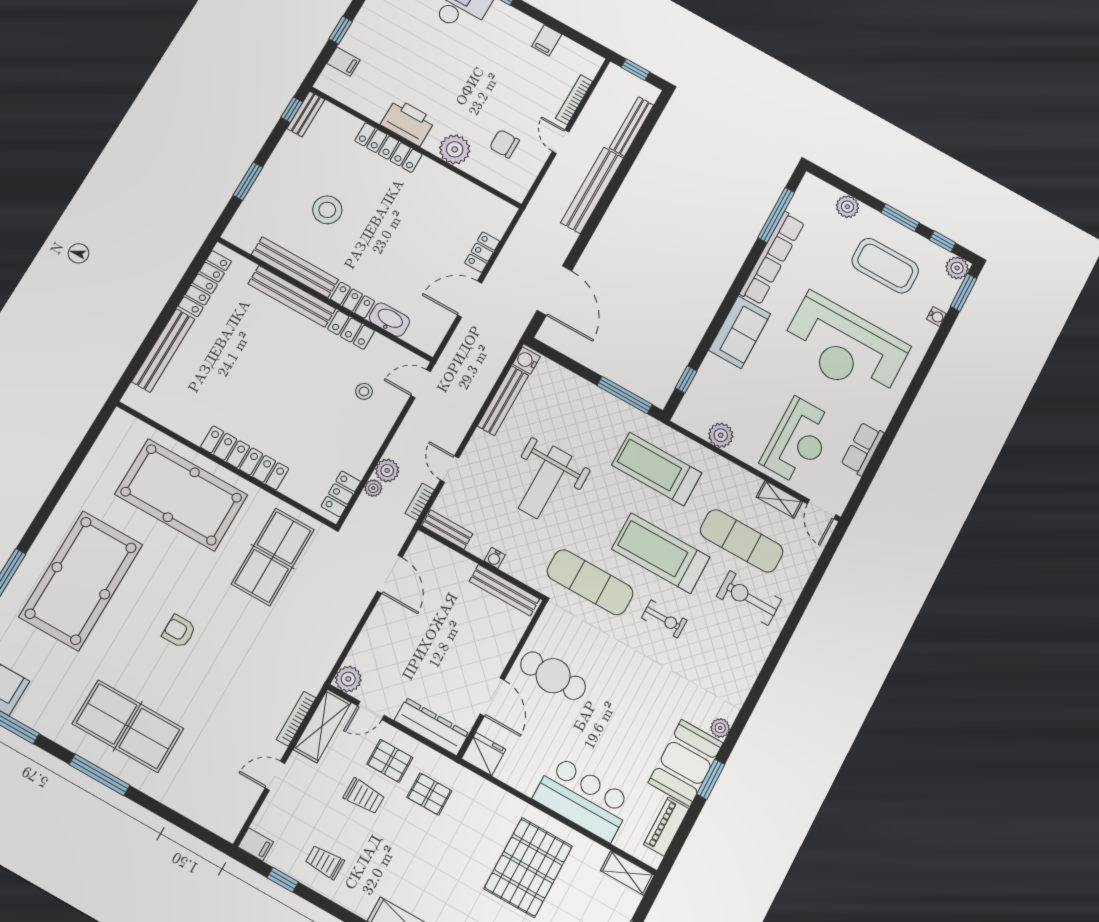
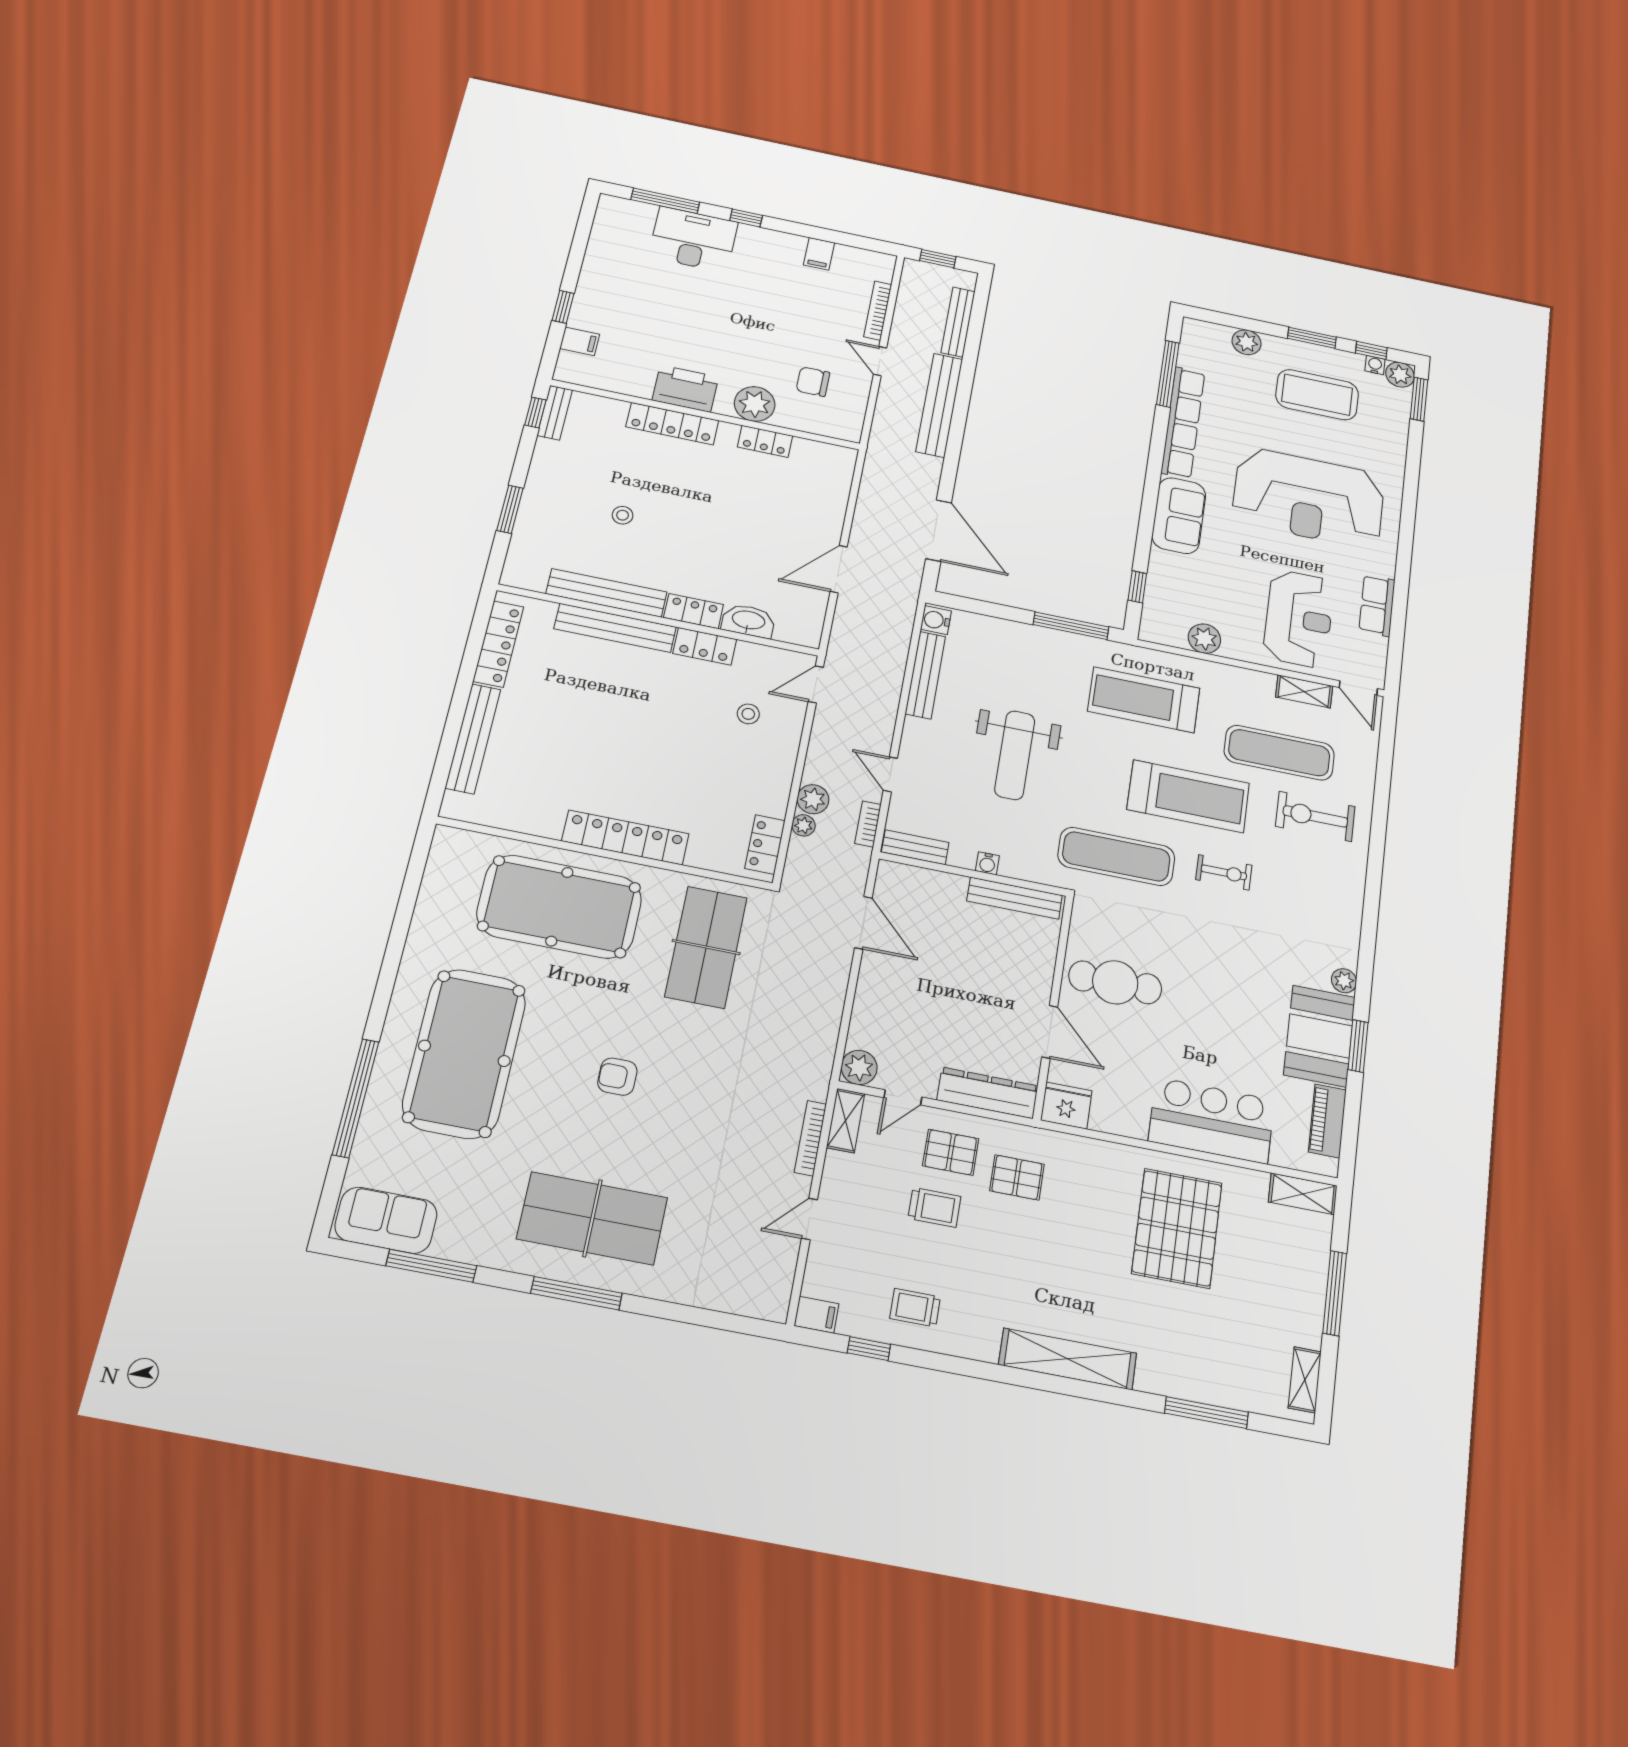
stool: (327, 210) -> (623, 515), width x0.53, depth x0.53
locker: (482, 252) -> (765, 441), moved, turned -90
water cooler: (936, 316) -> (1375, 365), moved, turned -90
treadmill: (661, 553) -> (1188, 796), turned 180
shelving: (322, 726) -> (846, 1121), width x0.67, depth x0.75

